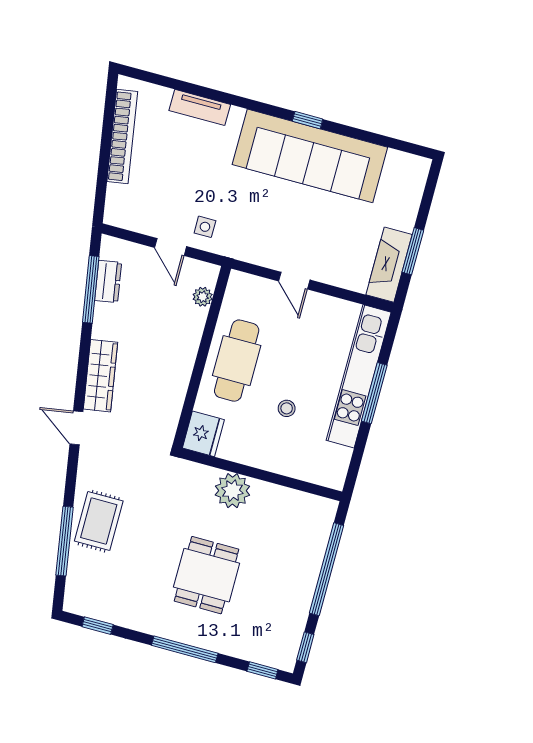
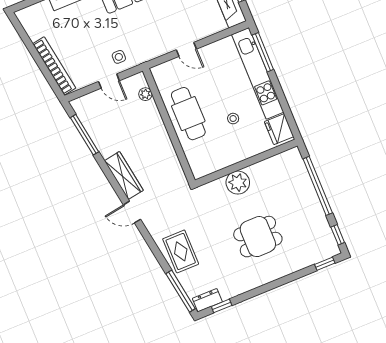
bookcase: (122, 137) -> (54, 66), moved
dresser: (108, 281) -> (207, 300), moved, turned -81
window: (374, 393) -> (263, 52), moved
fridge: (203, 434) -> (279, 129), moved, turned 180
window: (65, 541) -> (181, 291), moved
dining table: (207, 575) -> (258, 237), turned 90
window: (185, 649) -> (276, 284), removed

